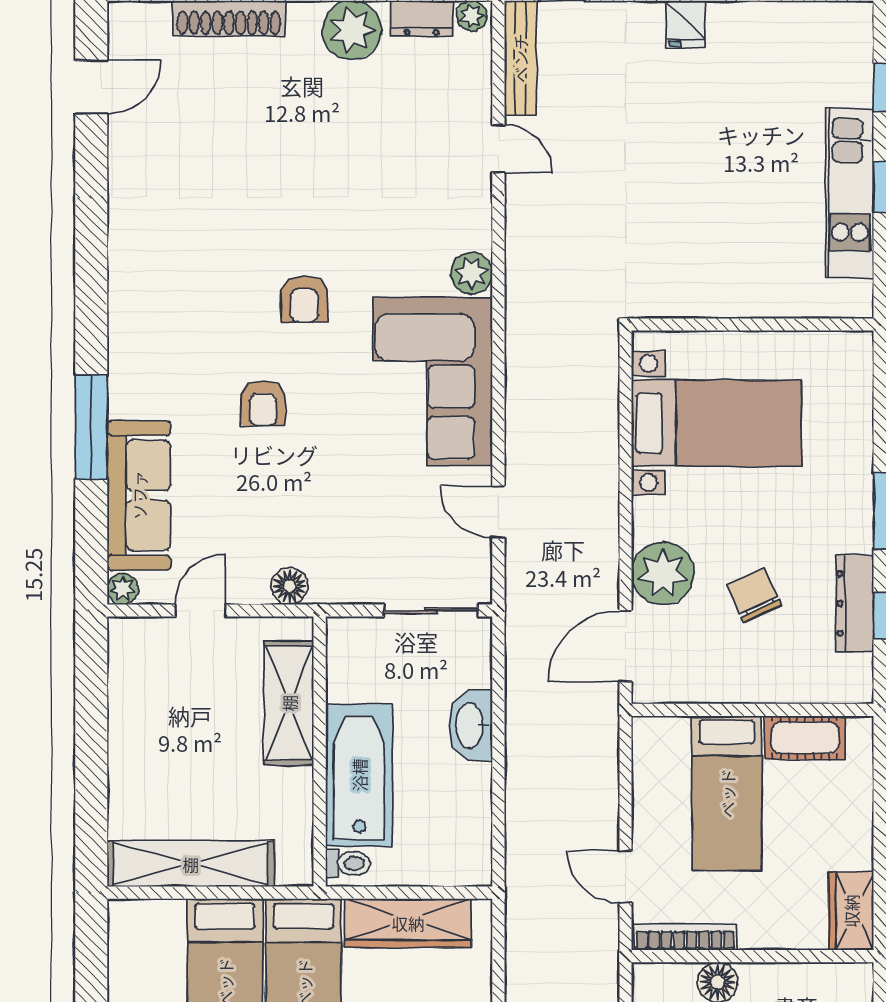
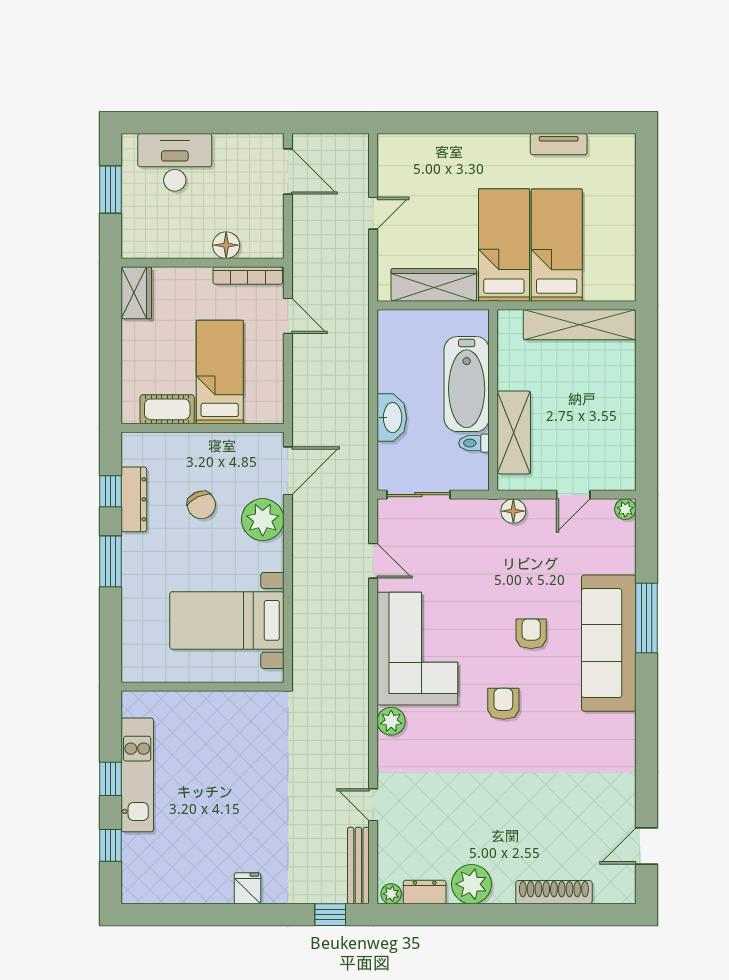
sofa: (139, 495) -> (609, 643), moved, width x1.36, depth x1.27
toilet: (348, 863) -> (474, 443), moved

